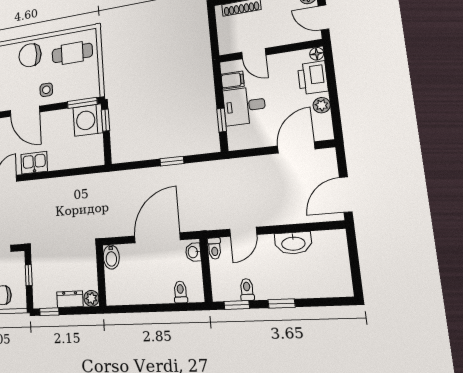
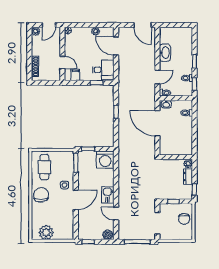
door: (254, 54) -> (62, 62), hinge flipped
chair: (30, 55) -> (41, 195), turned 180
printer: (313, 78) -> (80, 34), removed
desk: (244, 106) -> (103, 70), moved, turned -90
washing machine: (88, 120) -> (105, 160), moved
door: (243, 232) -> (157, 77), hinge flipped
bidet: (111, 257) -> (166, 150), removed

